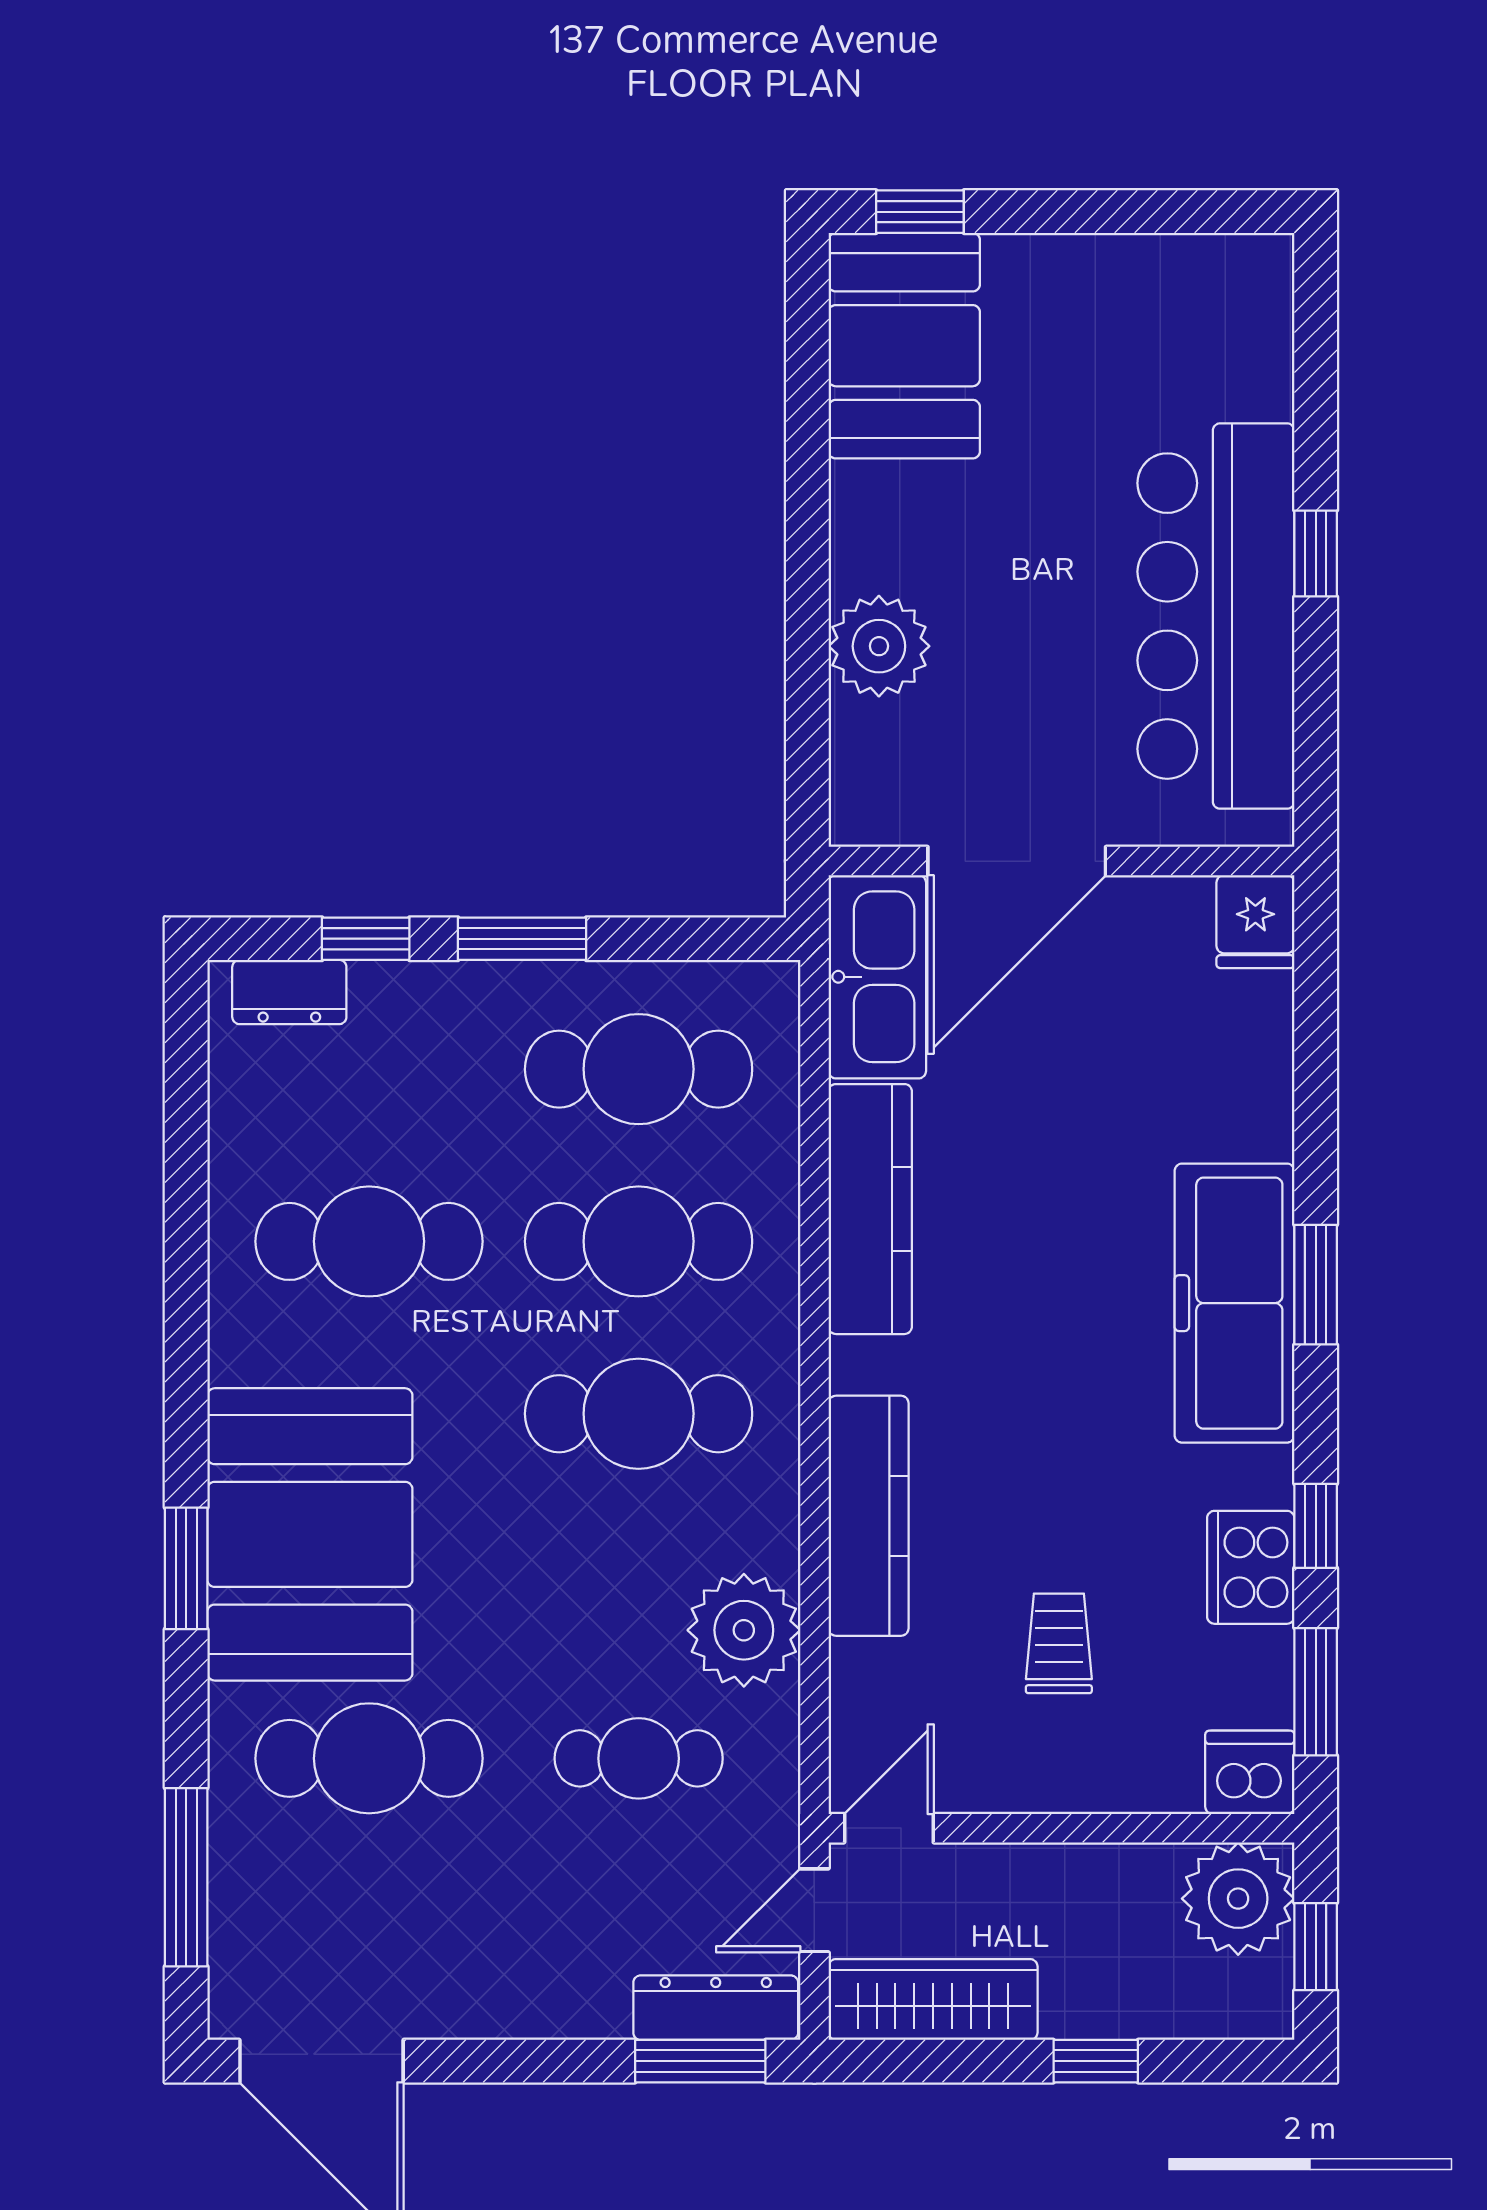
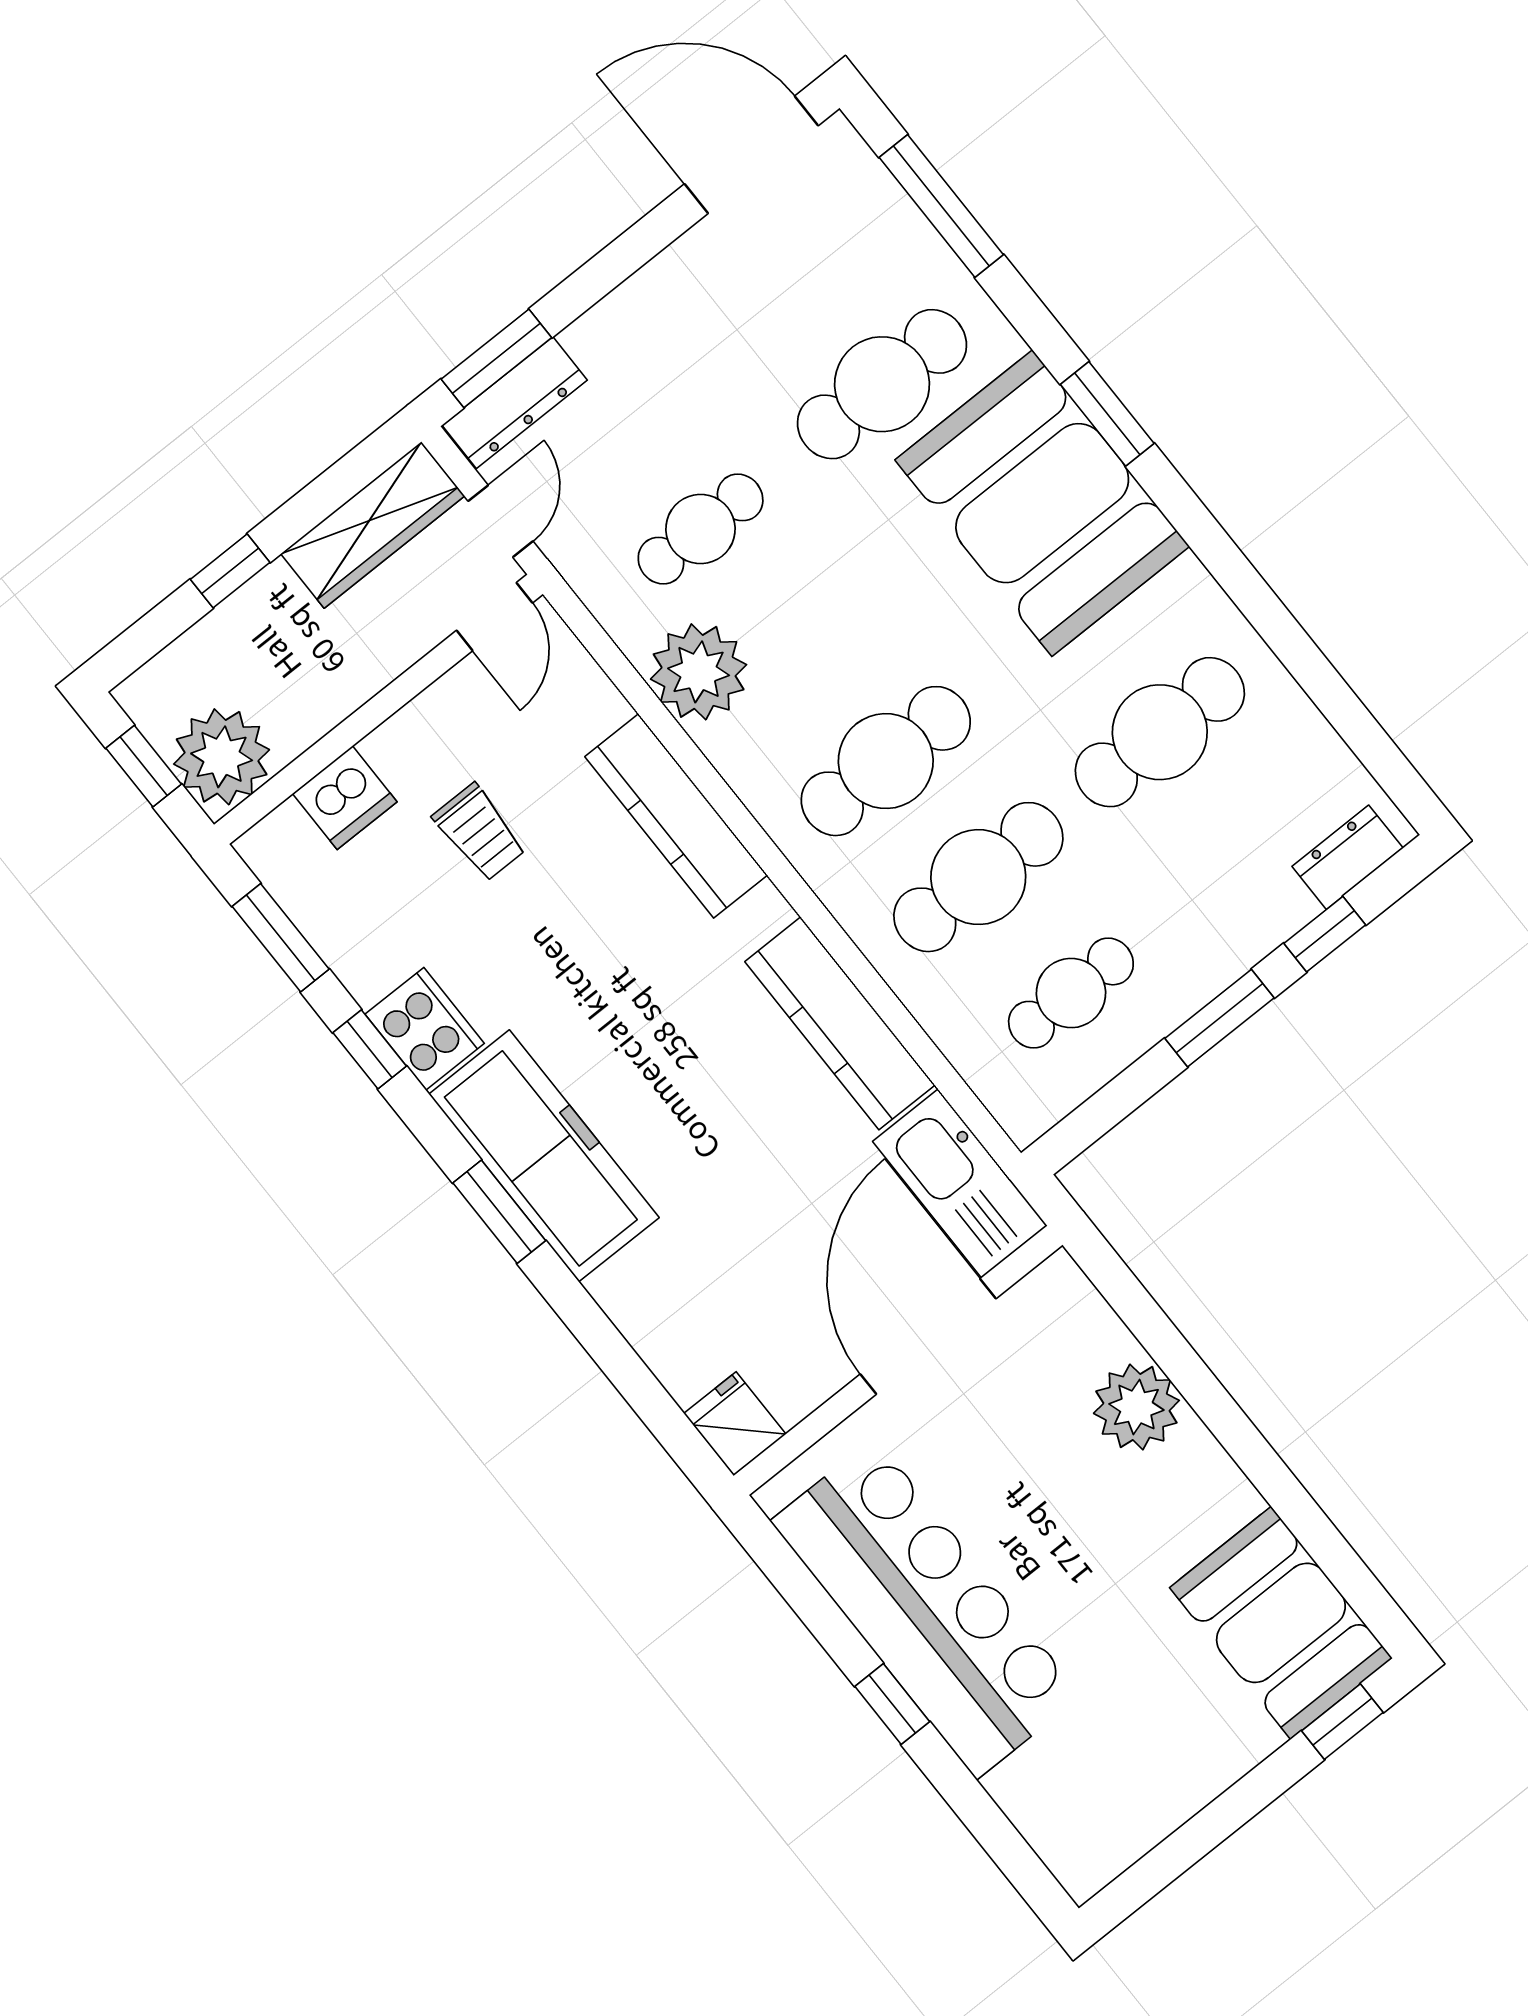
cafe table: (639, 1069) -> (1071, 993), width x0.73, depth x0.74
cooker: (1251, 1567) -> (425, 1029), moved
dishwasher: (1250, 1772) -> (345, 798), moved

